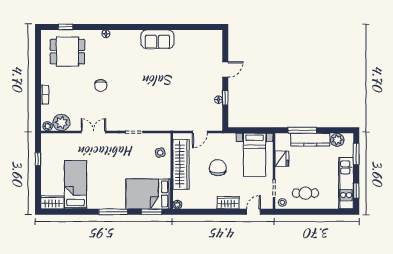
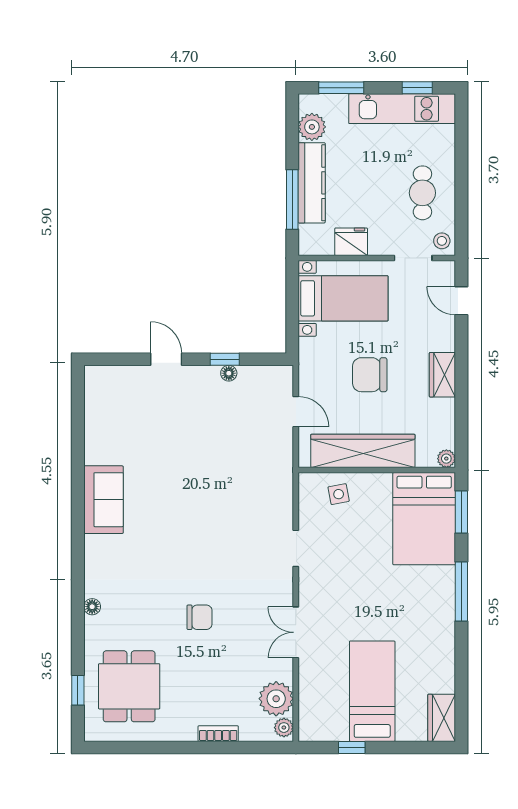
bed: (76, 185) -> (372, 691), moved, turned 90
wardrobe: (228, 203) -> (442, 375), moved

